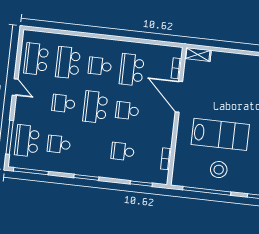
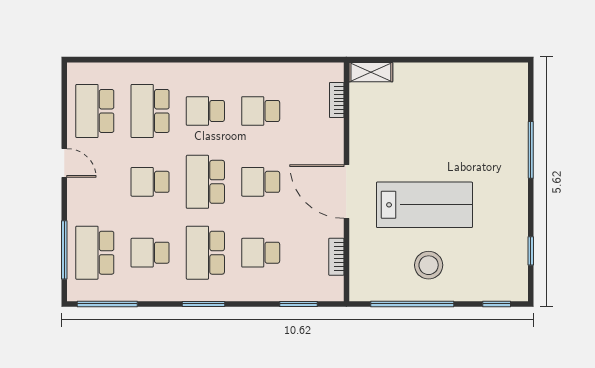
school desk: (132, 70) -> (261, 111), width x0.54
door: (179, 97) -> (346, 192), moved
school desk: (91, 148) -> (205, 253), added

